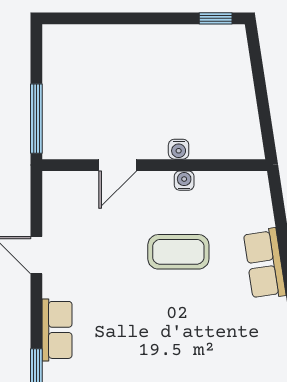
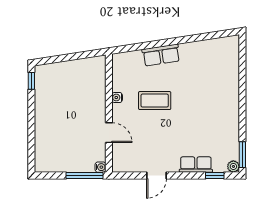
water cooler: (179, 149) -> (100, 167), moved
coffee table: (178, 252) -> (155, 101), turned 90

